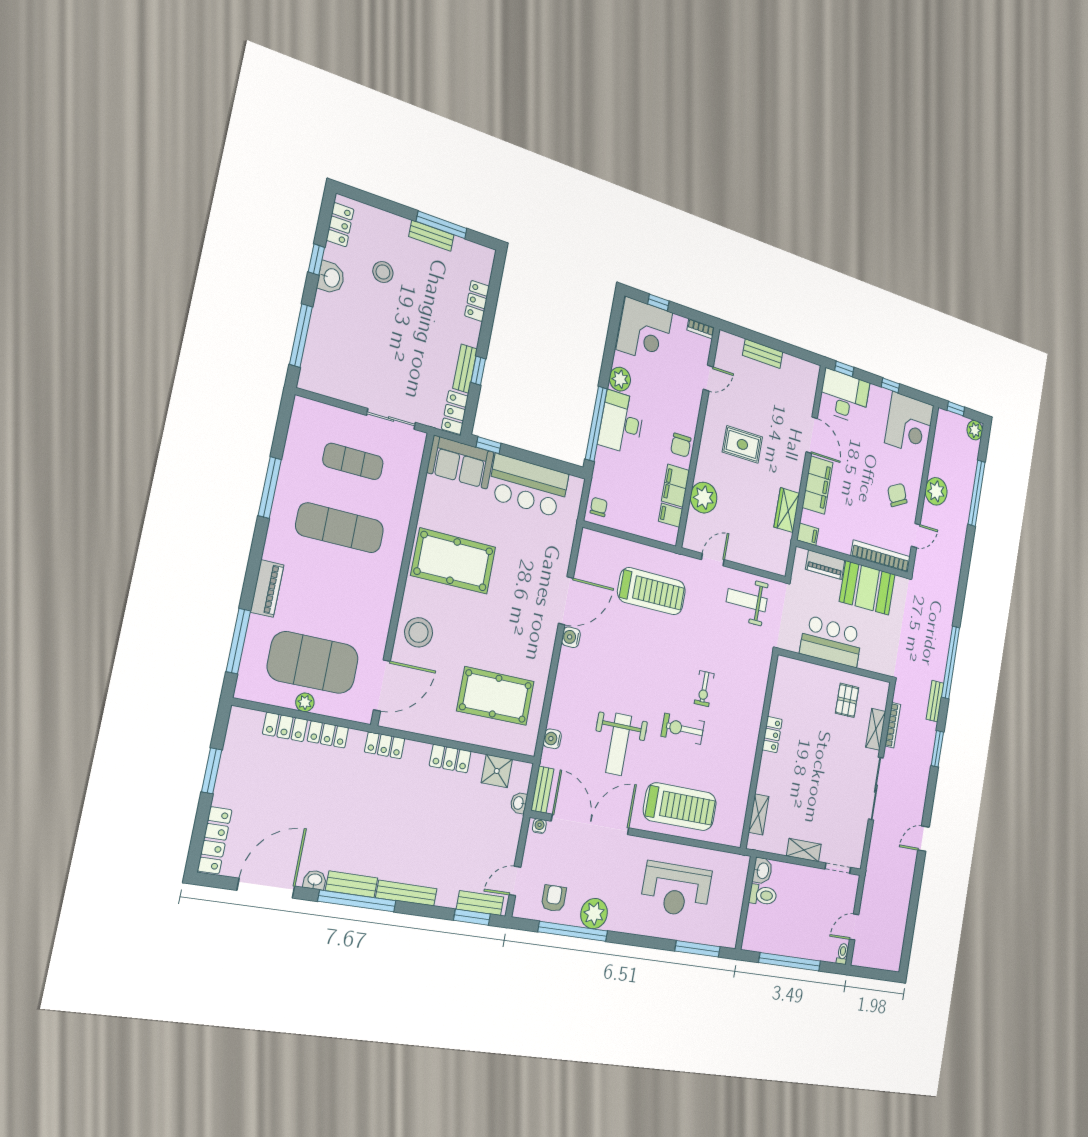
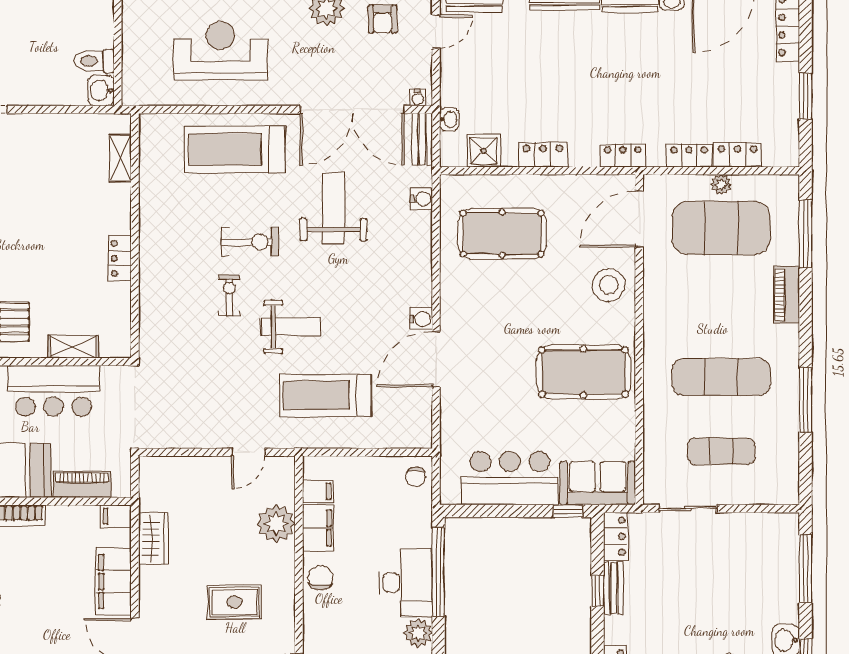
weight bench: (747, 600) -> (291, 327), moved
shelving: (804, 850) -> (73, 347), moved

